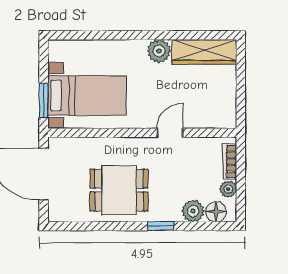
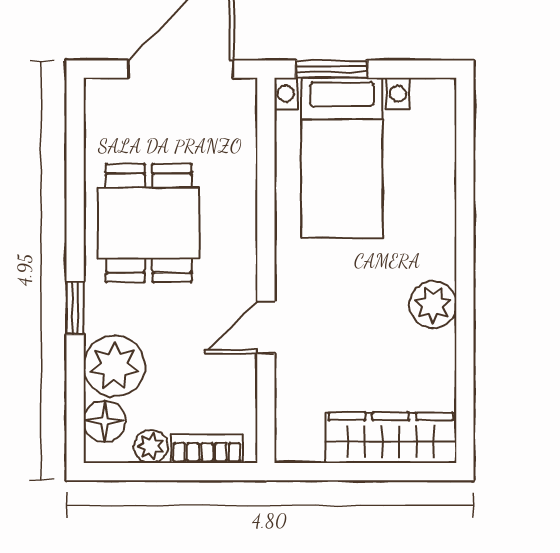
wardrobe: (204, 52) -> (391, 438), moved, turned 90
door: (170, 133) -> (266, 327), swing flipped
plant: (193, 211) -> (114, 366), width x1.36, depth x1.36

